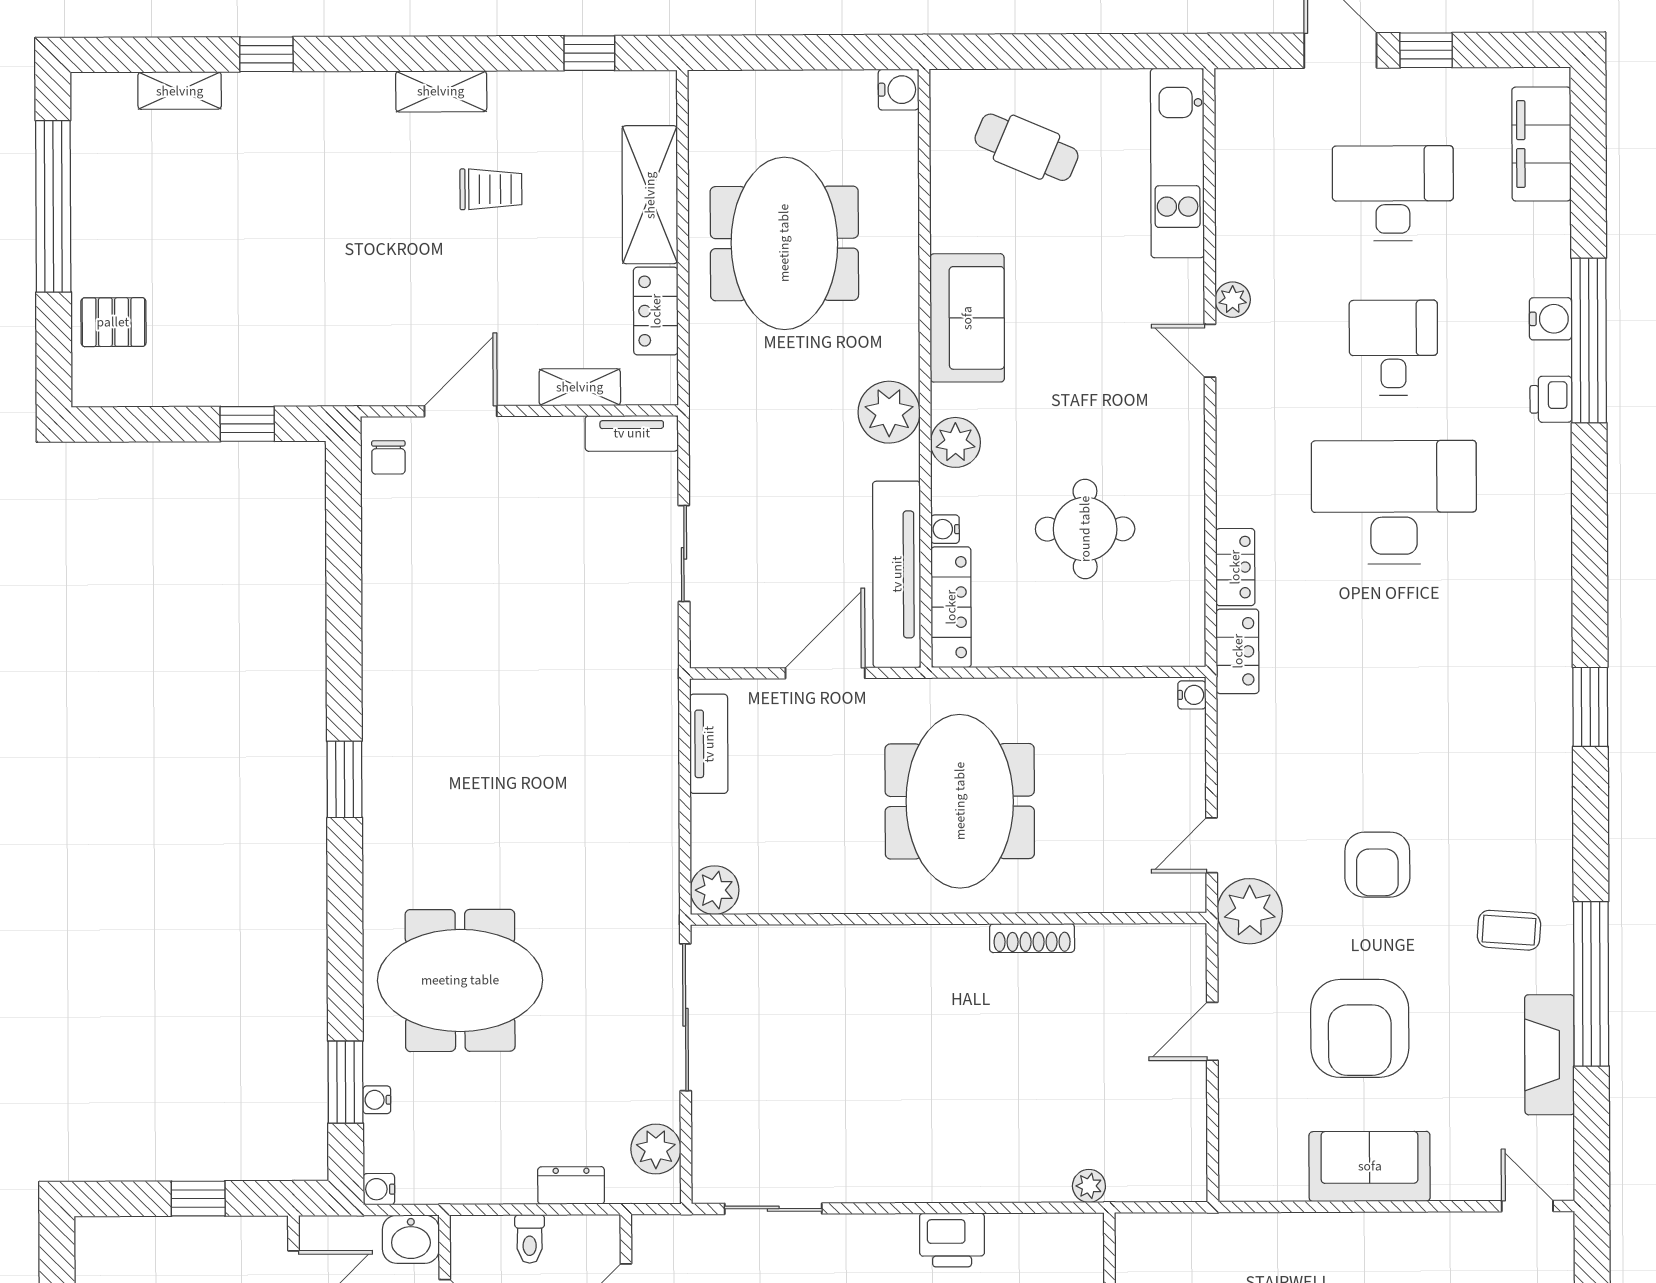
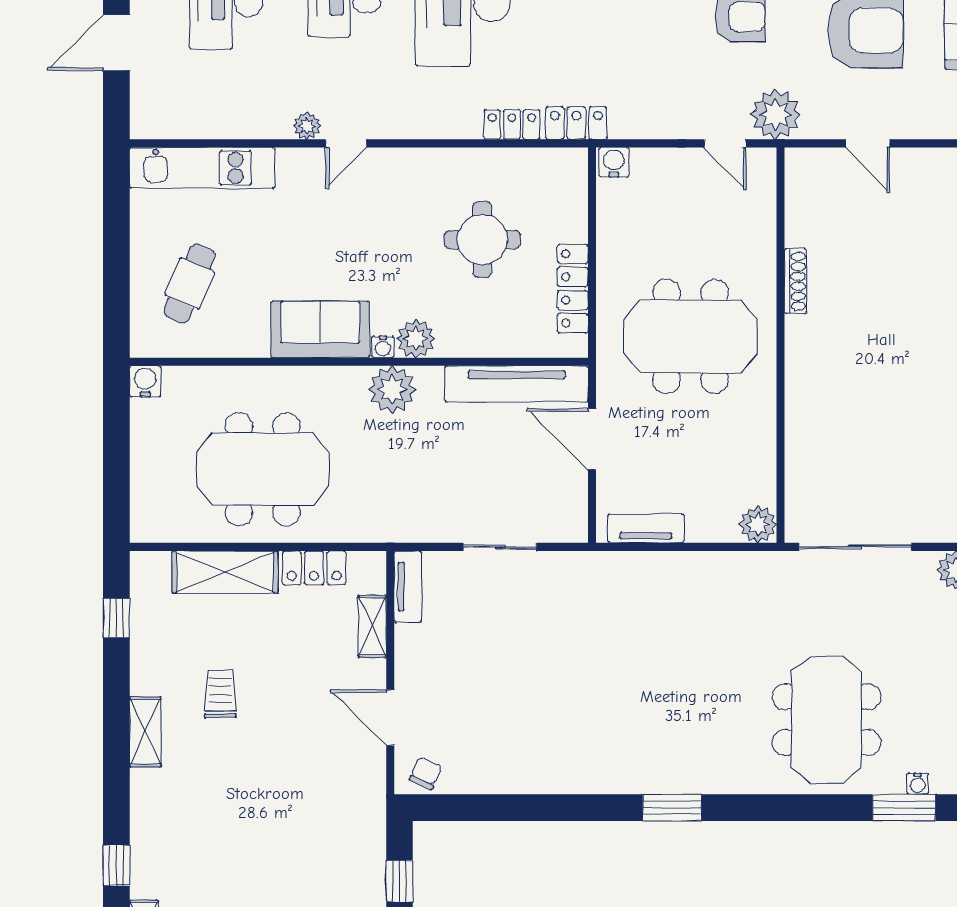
chair: (388, 457) -> (426, 773), turned -66
water cooler: (945, 529) -> (383, 347), moved
locker: (951, 607) -> (573, 289), moved, turned -90
water cooler: (1192, 695) -> (614, 162), width x1.38, depth x1.38

